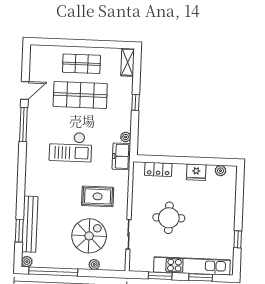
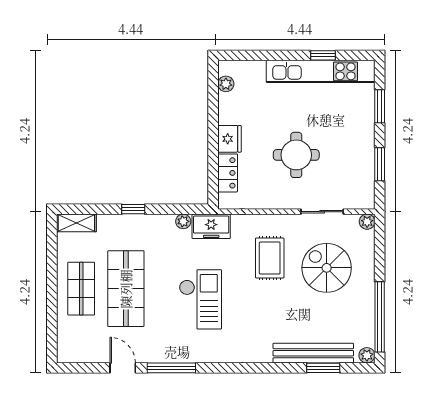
fridge: (196, 172) -> (230, 139), moved
plant: (94, 264) -> (367, 222), moved
kitchen unit: (192, 266) -> (321, 71), moved, turned -90

